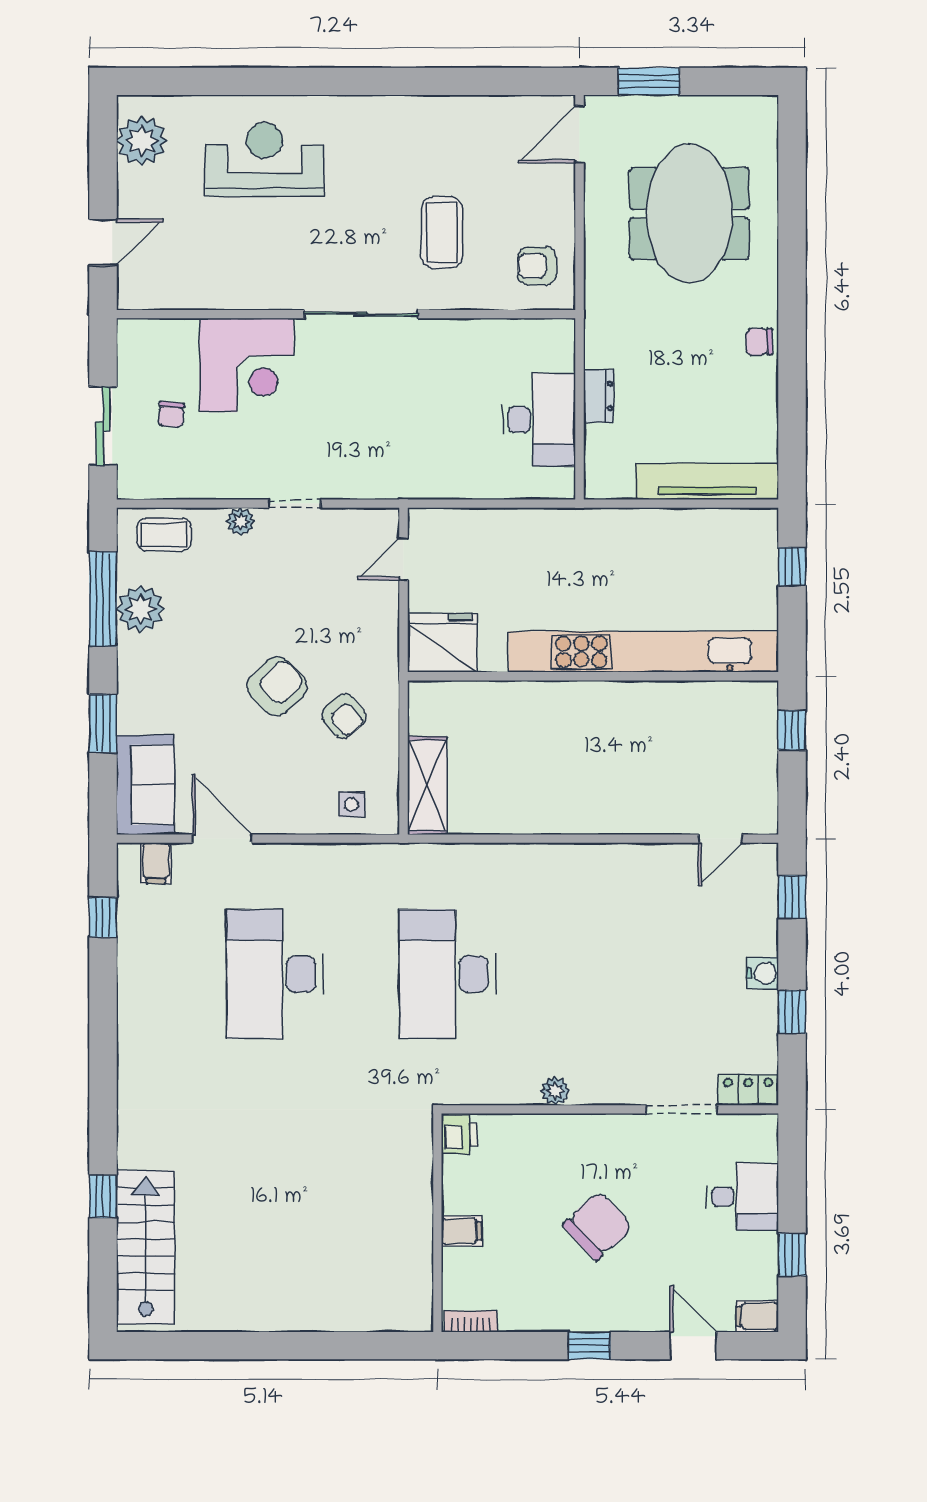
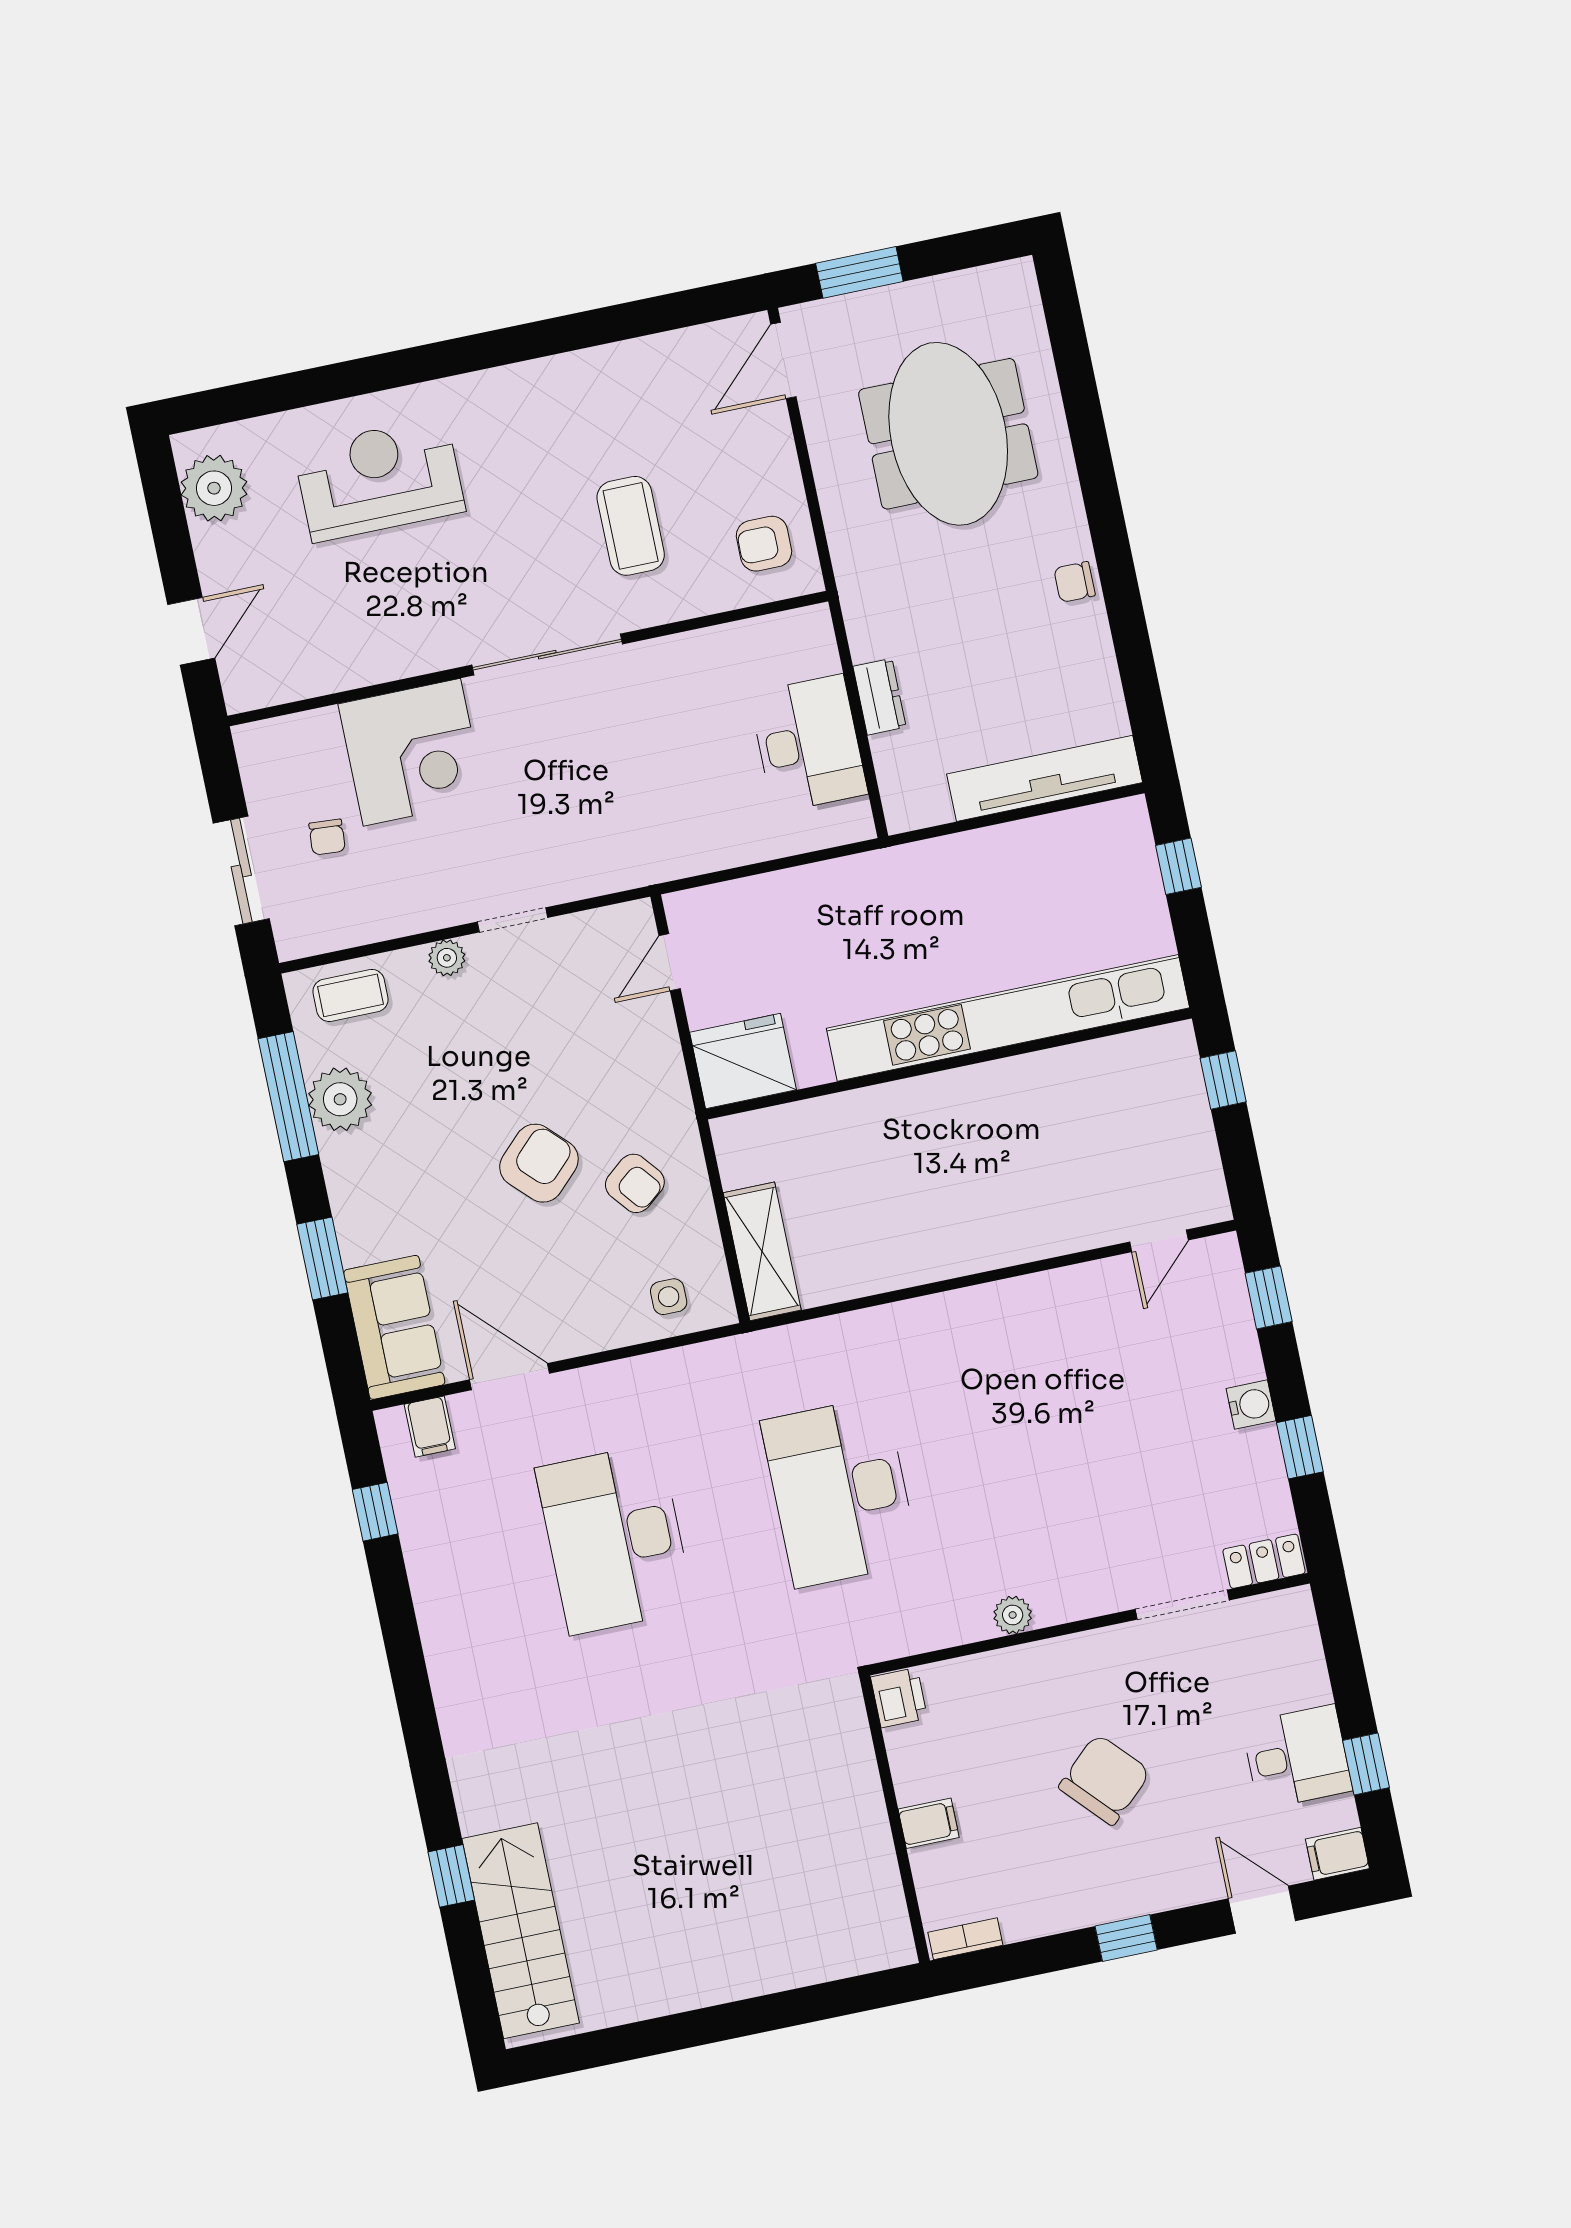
desk: (742, 1197) -> (1297, 1757), moved

